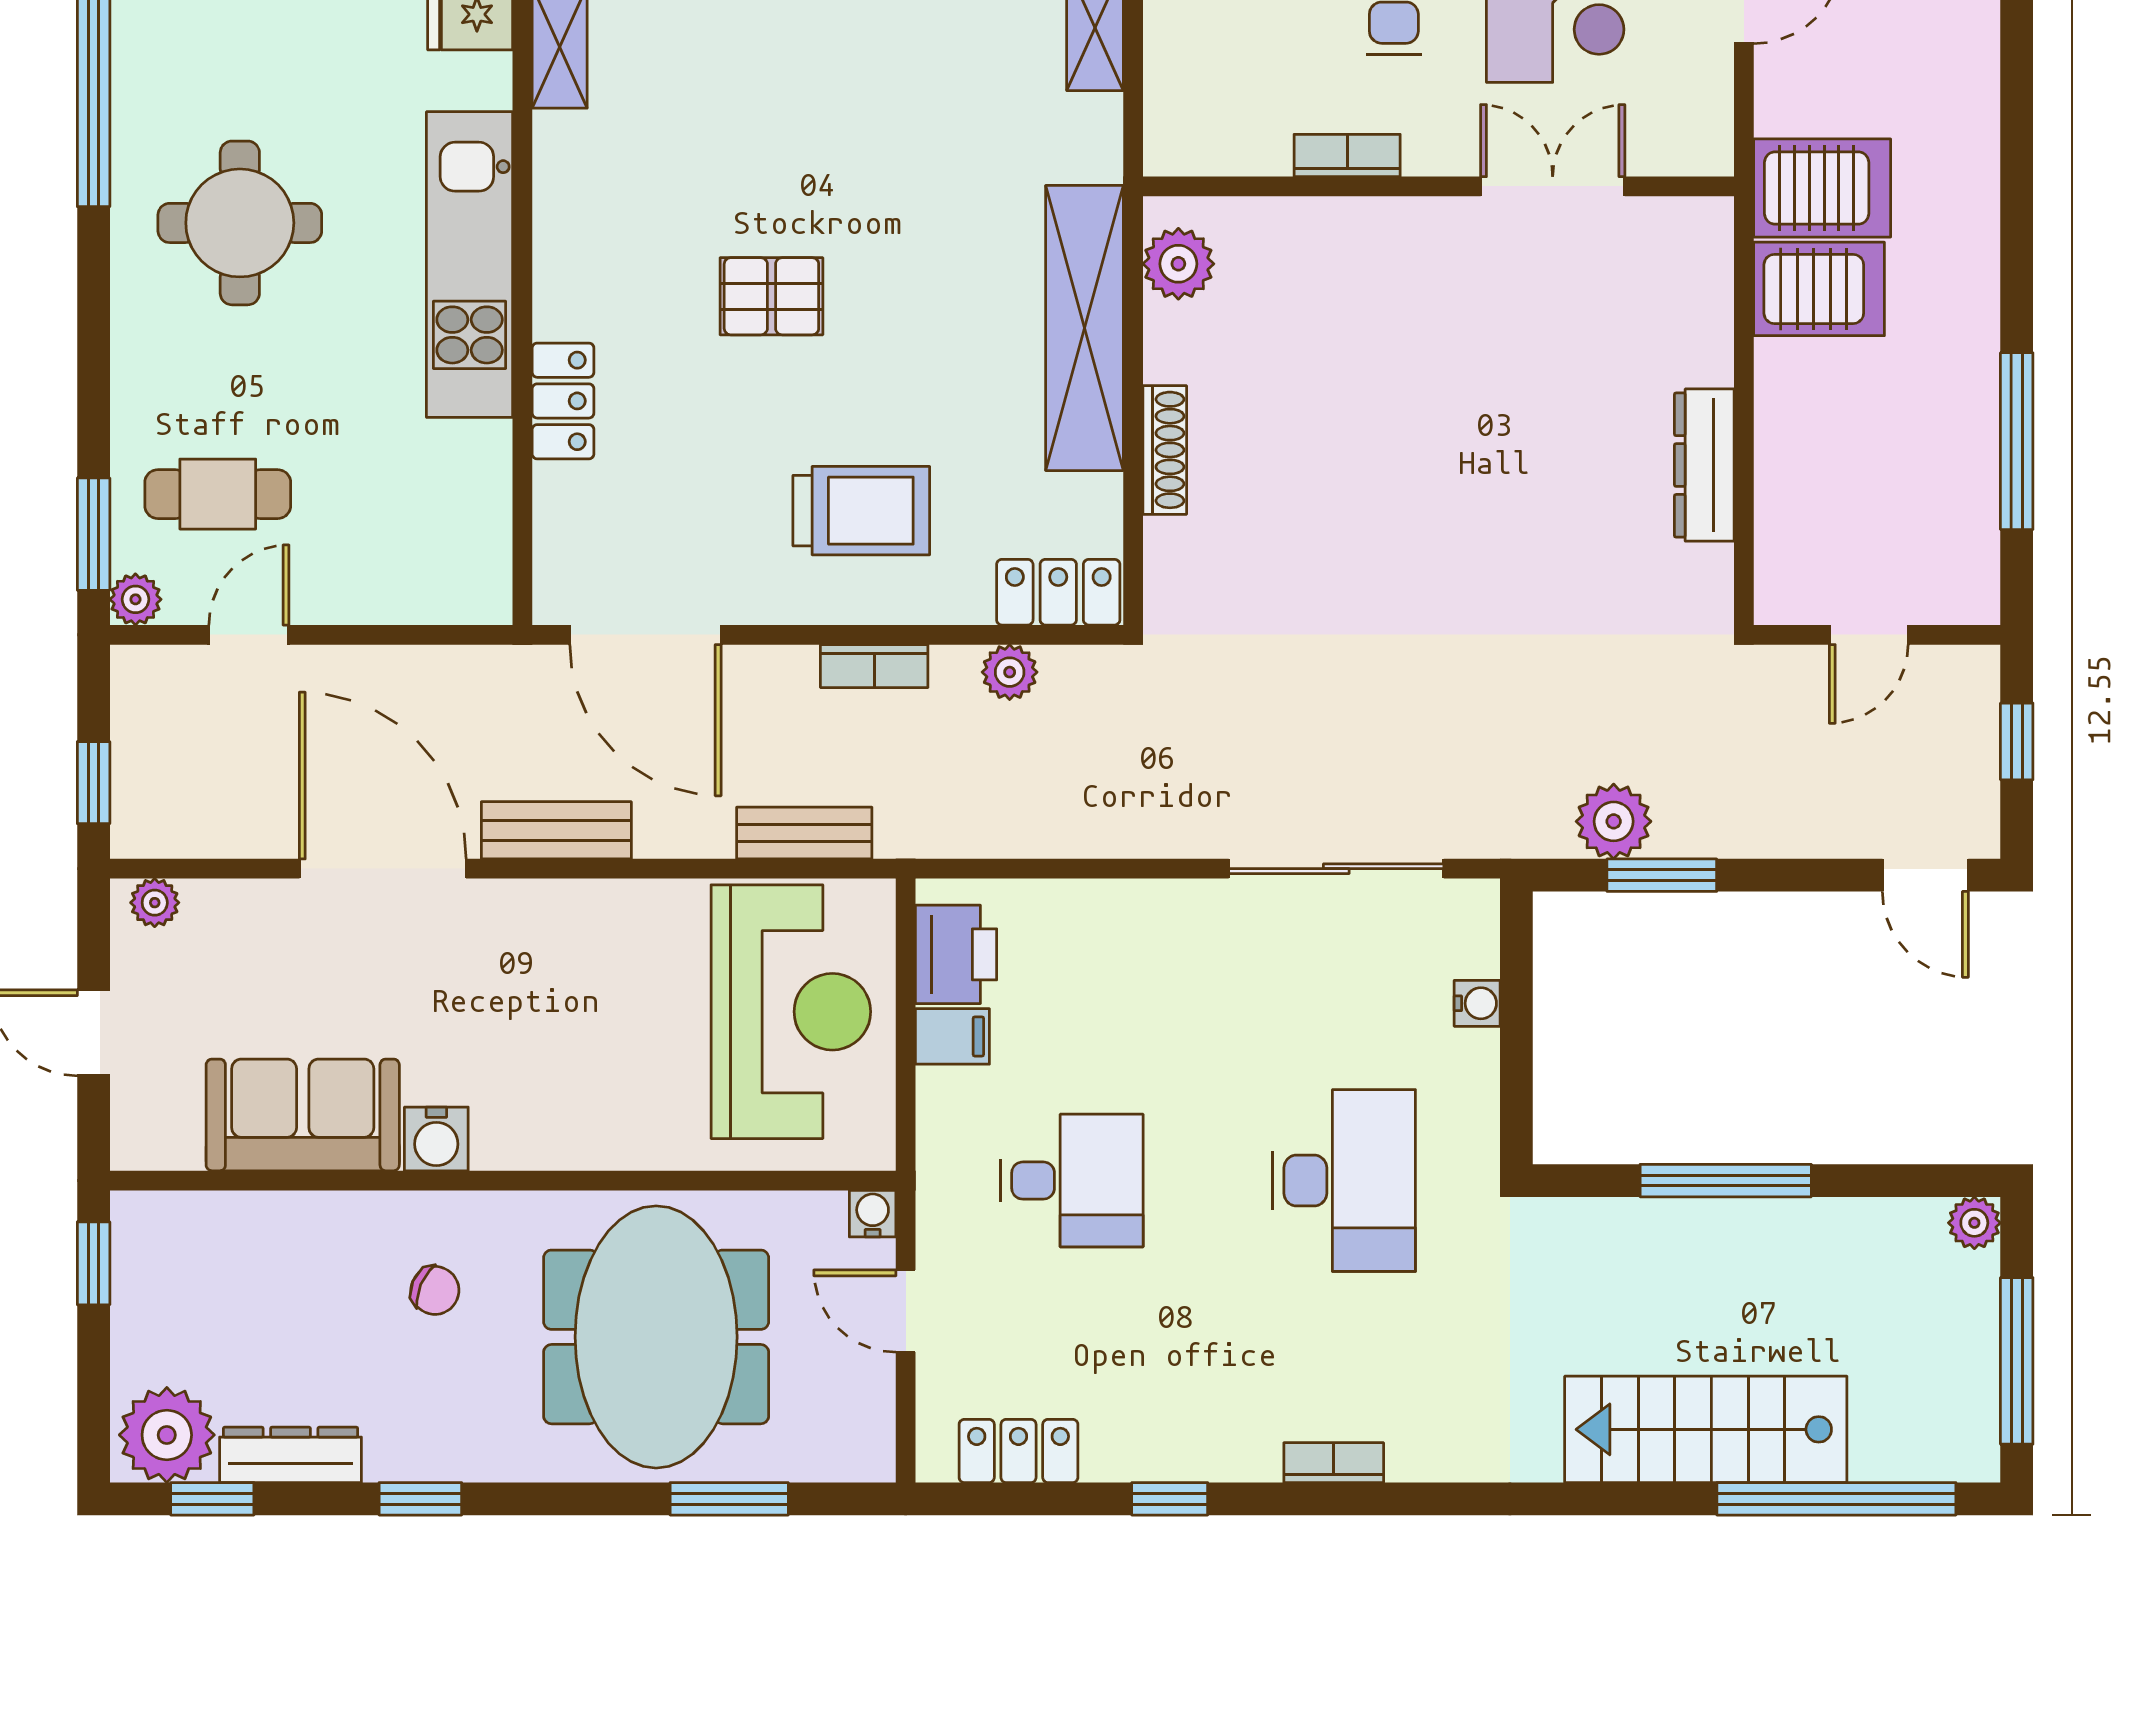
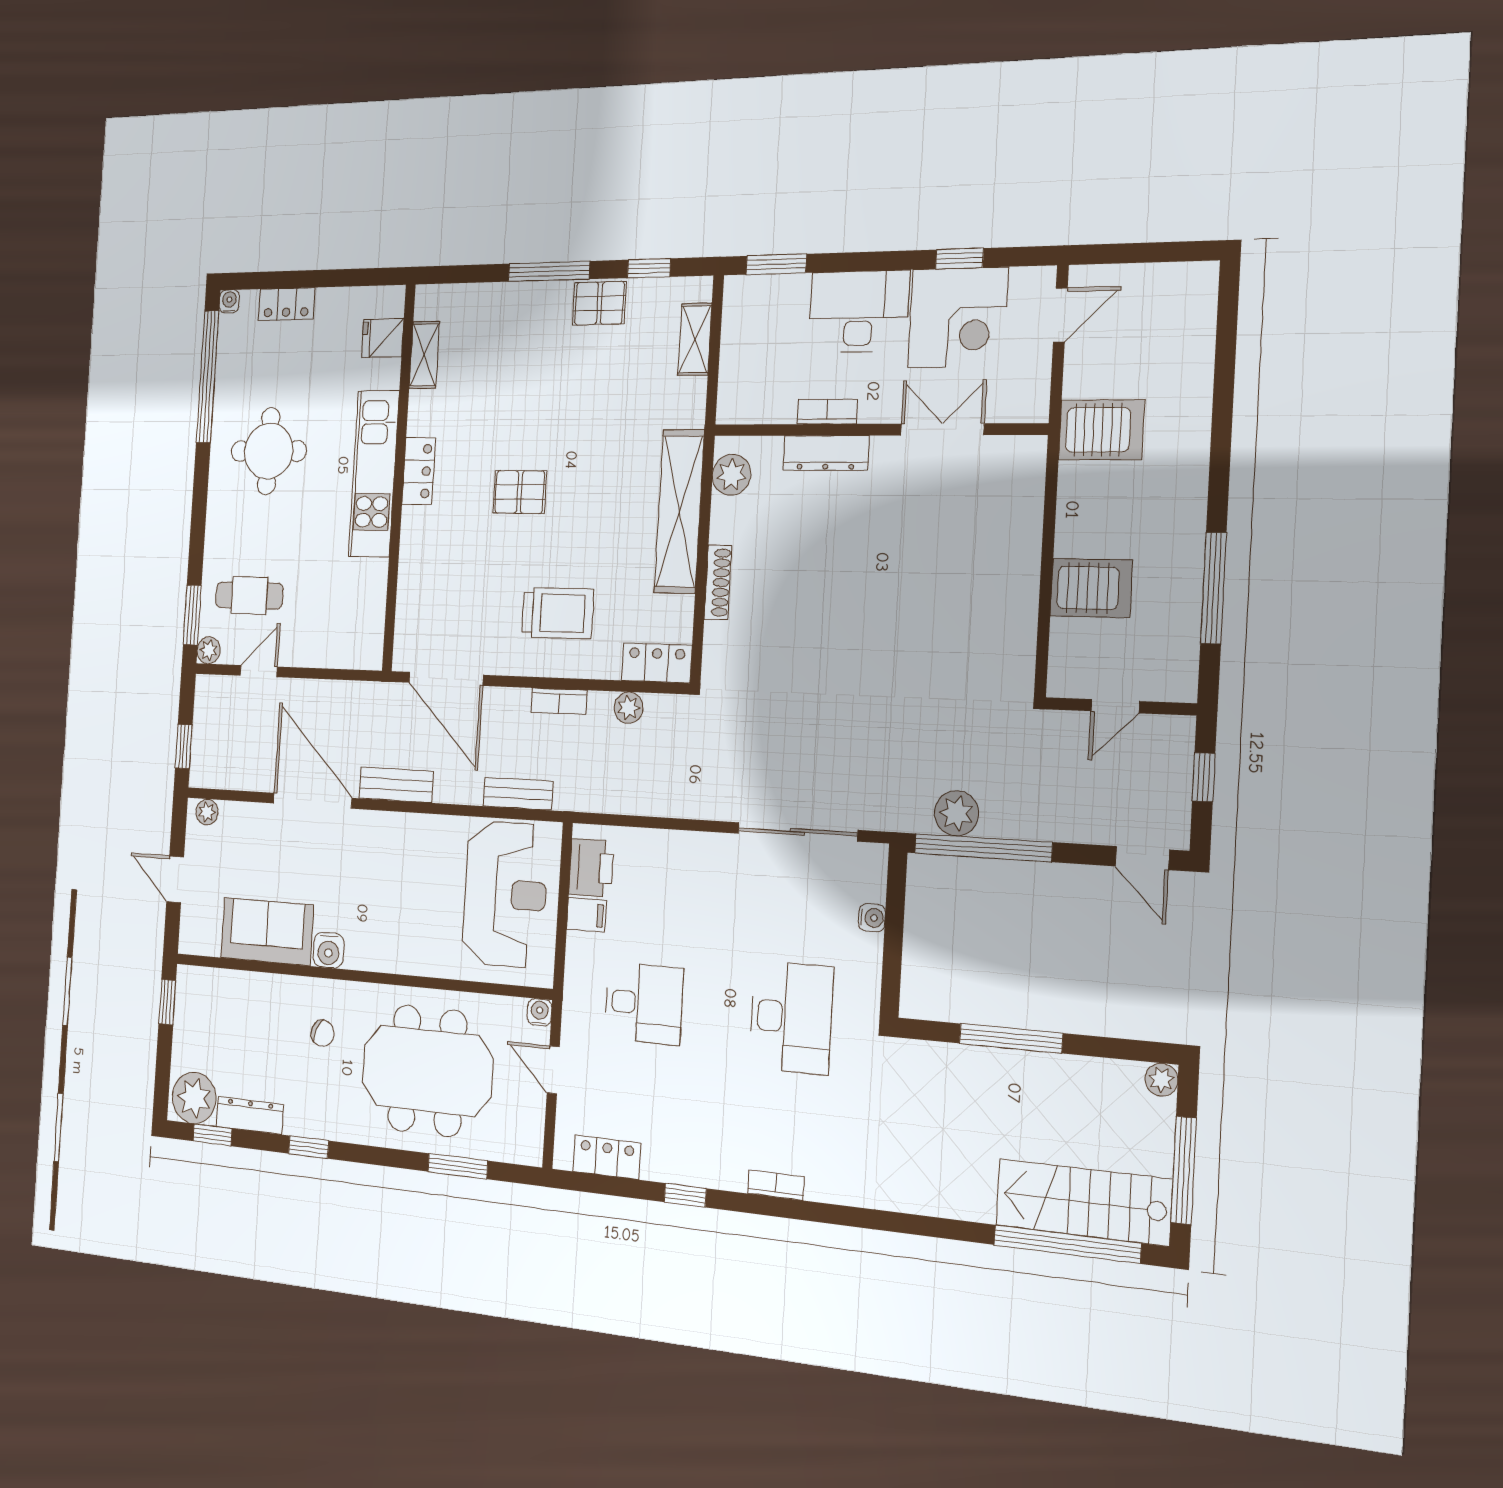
server rack: (1819, 289) -> (1091, 588), moved
locker: (563, 401) -> (419, 471), moved
dresser: (1704, 465) -> (826, 453), moved, turned -90
window: (1662, 875) -> (983, 848), width x2.11
meeting table: (656, 1337) -> (427, 1071), turned 90
stairs: (1706, 1429) -> (1083, 1202), moved

